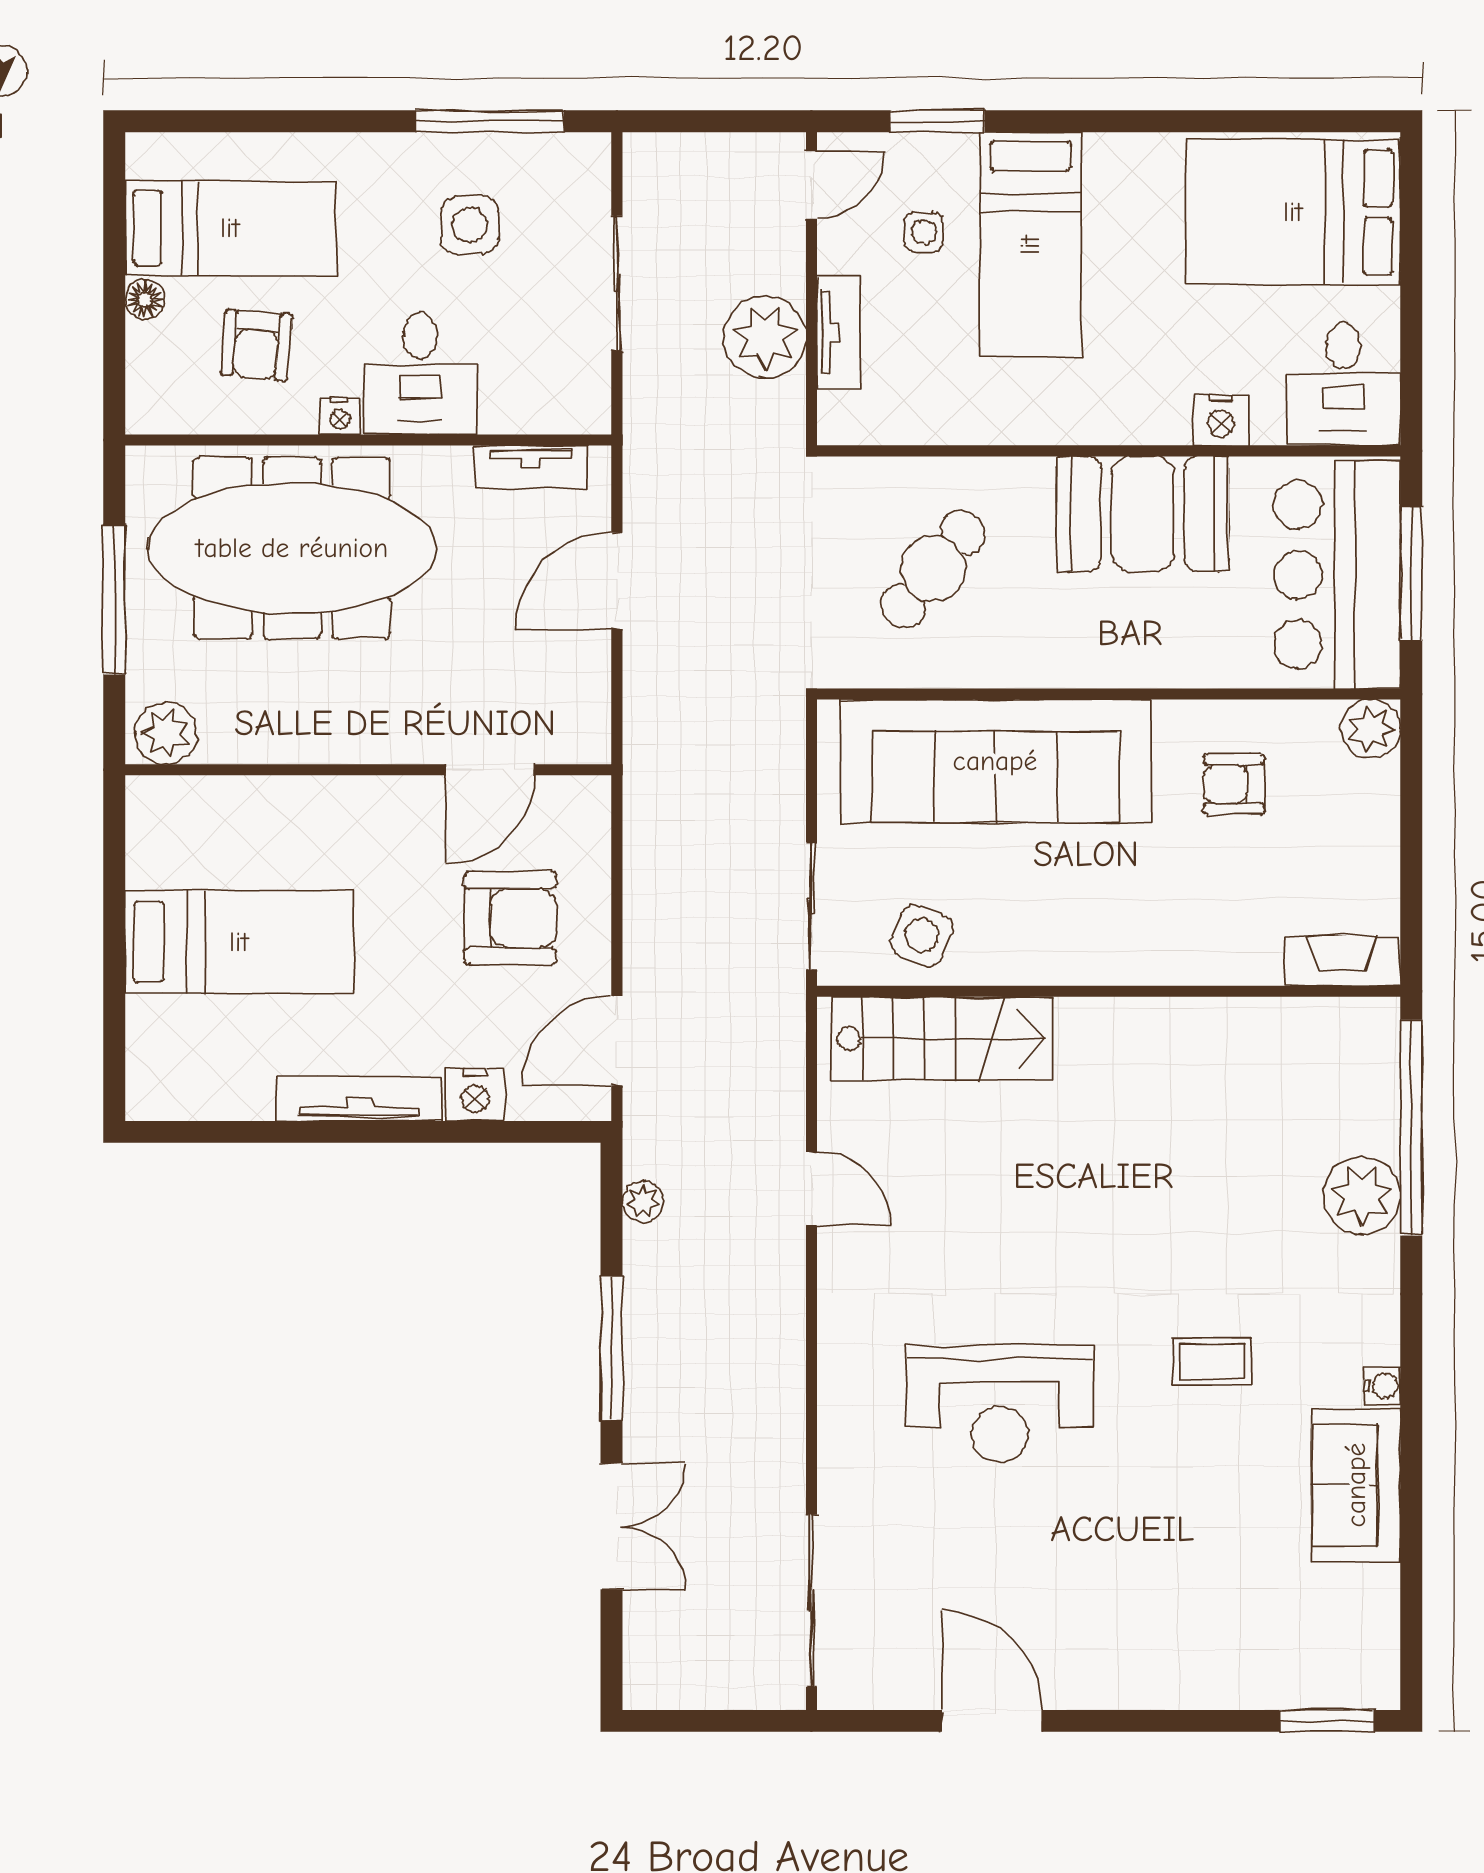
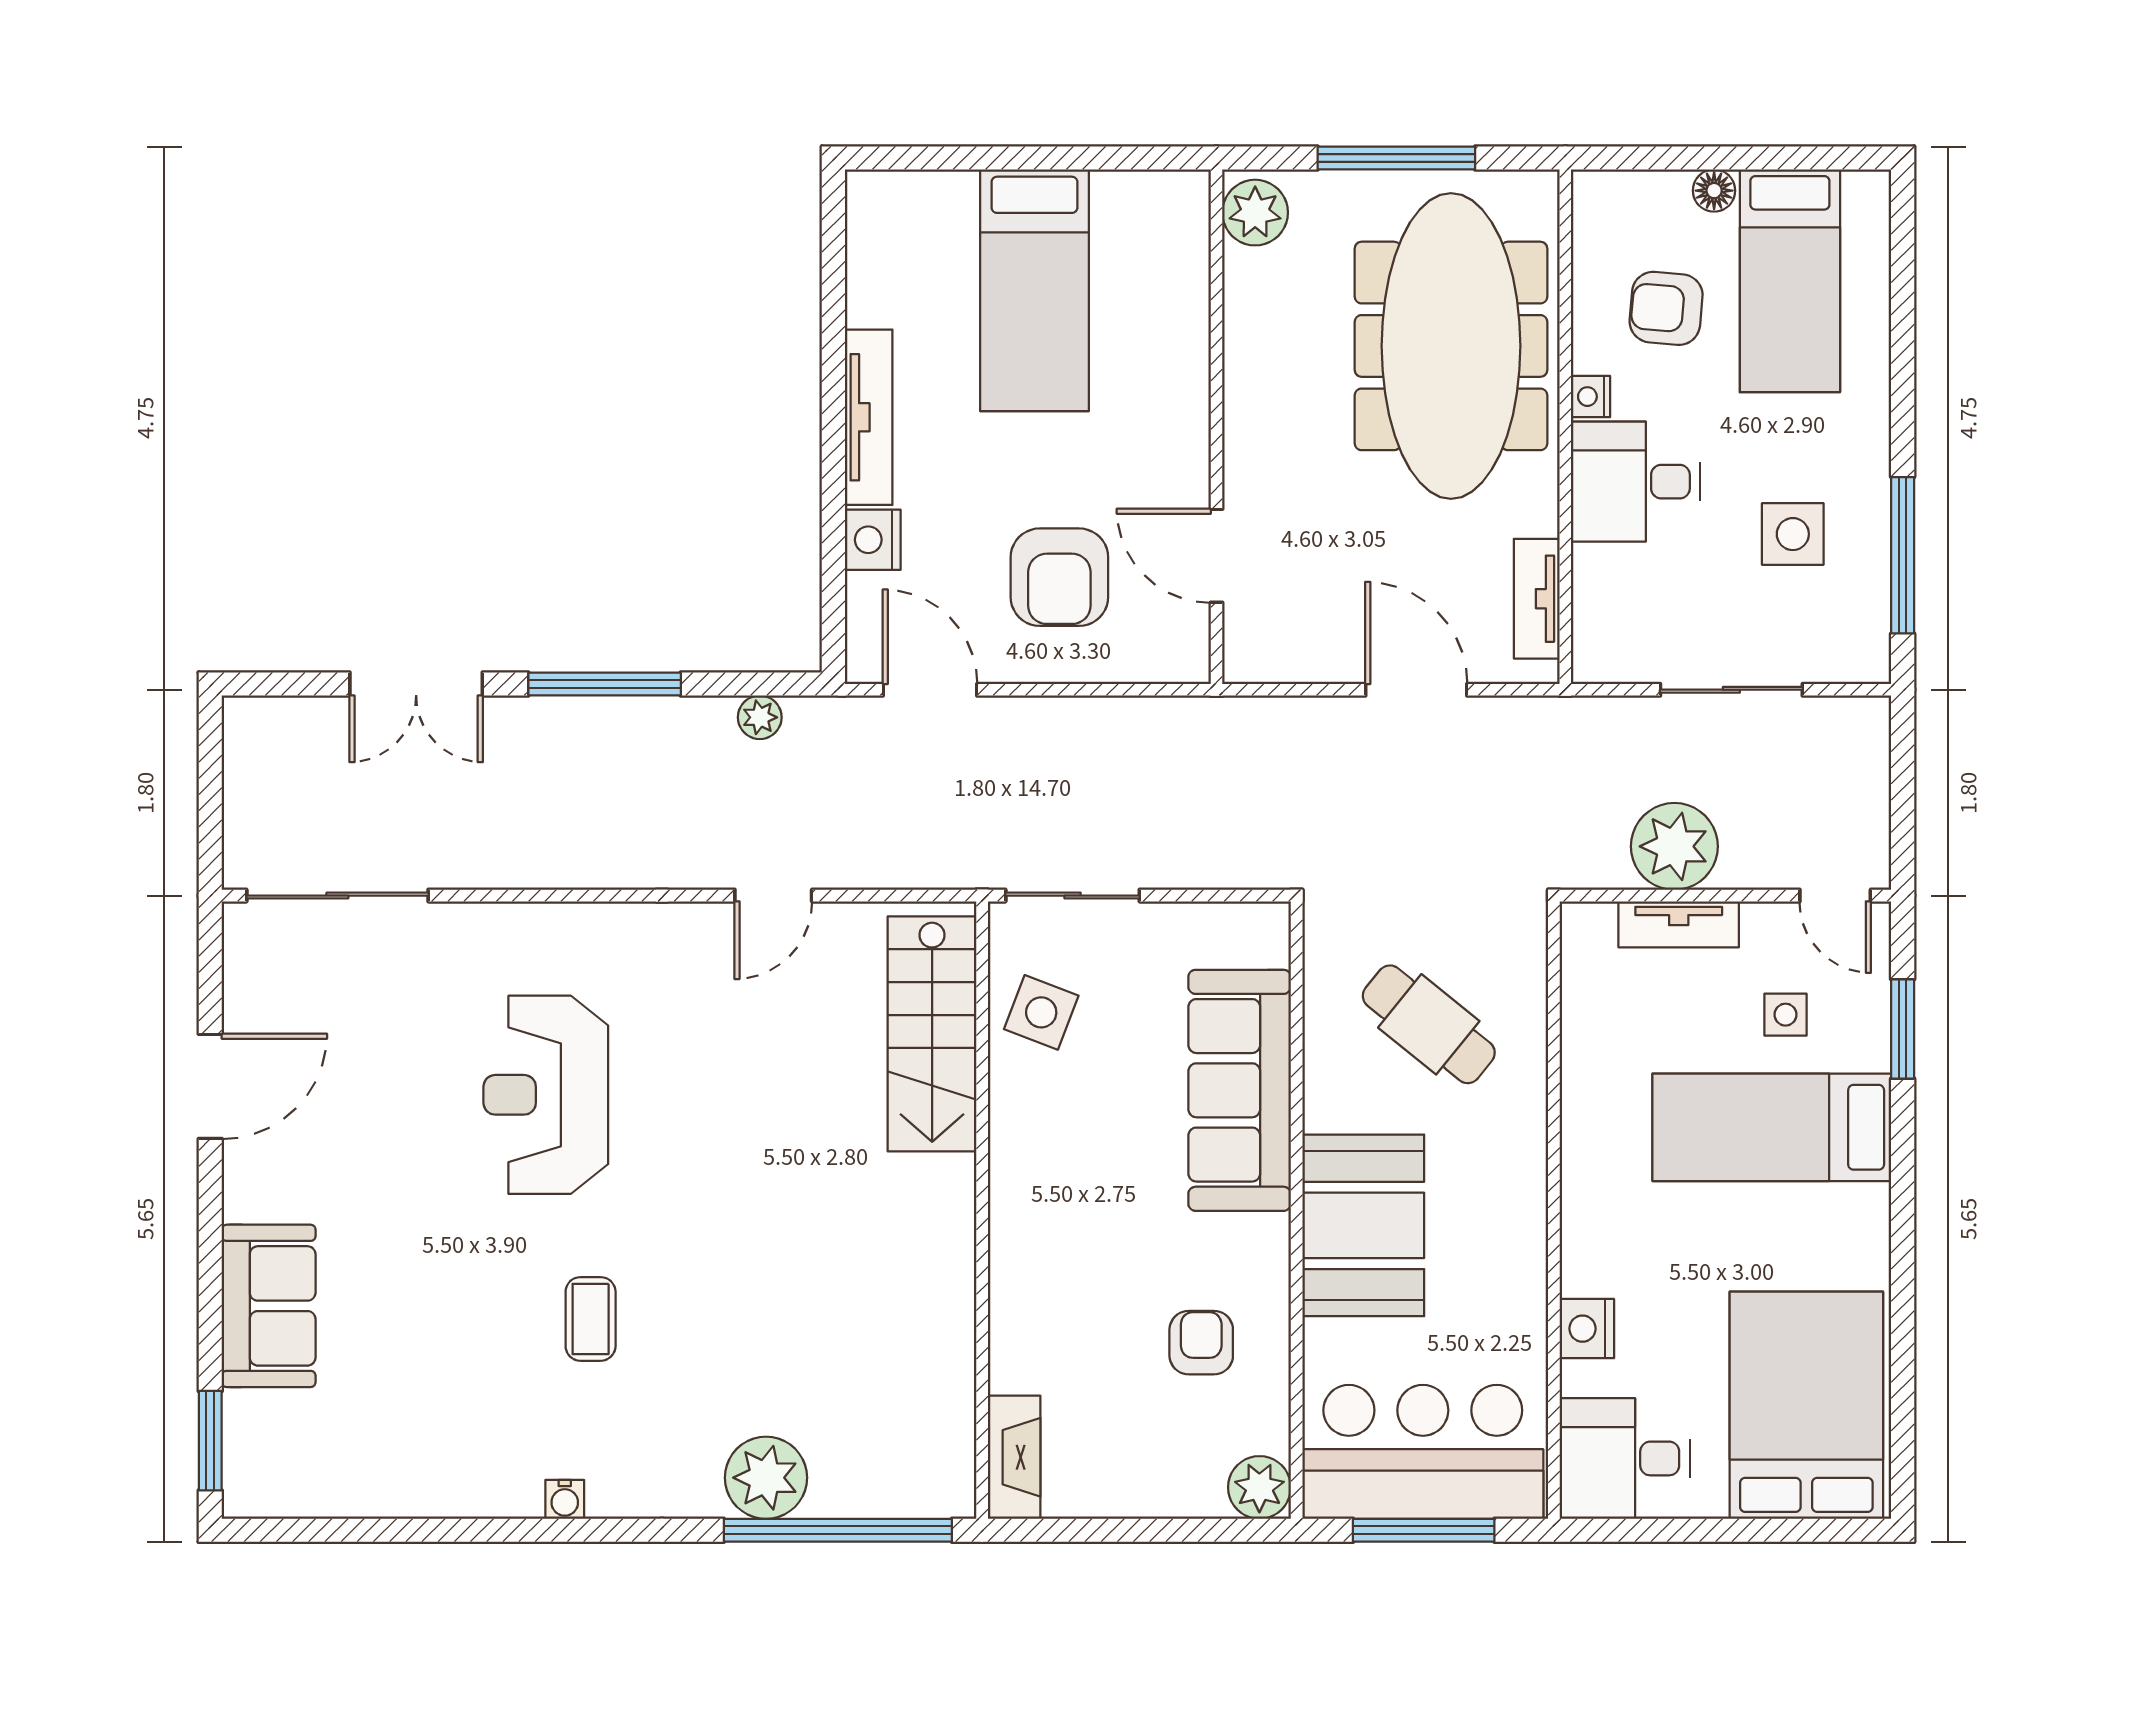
booth: (1143, 514) -> (1363, 1225), moved
sofa: (995, 761) -> (1240, 1090), width x0.74, depth x0.79
sofa: (1356, 1485) -> (269, 1306), moved, turned 90

